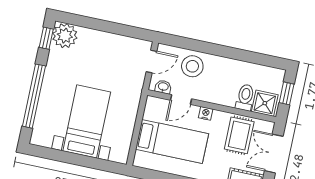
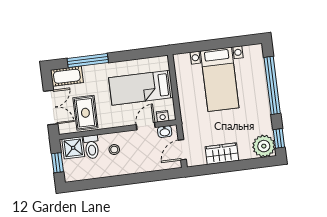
wardrobe: (111, 43) -> (222, 154), added
stool: (192, 66) -> (114, 150), moved, width x0.53, depth x0.53
nightstand: (206, 113) -> (163, 116), moved

